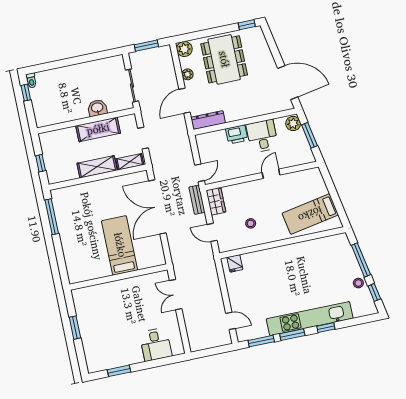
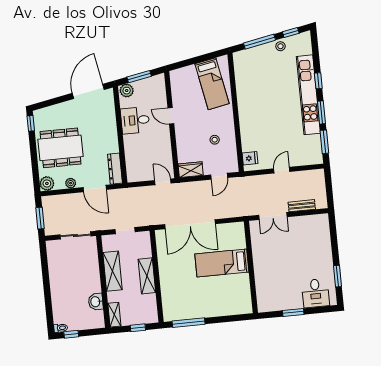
washbasin: (97, 108) -> (96, 302), moved
printer: (237, 134) -> (131, 144), removed
shelving: (130, 162) -> (114, 315), moved
bench: (197, 200) -> (302, 206), moved
door: (231, 321) -> (282, 170), moved
desk: (156, 344) -> (316, 293), moved, turned 90

